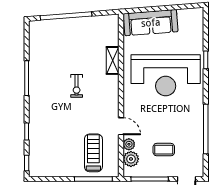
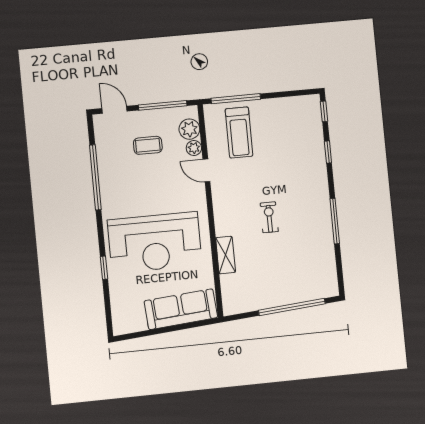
reception desk: (166, 75) -> (155, 242), turned 180

